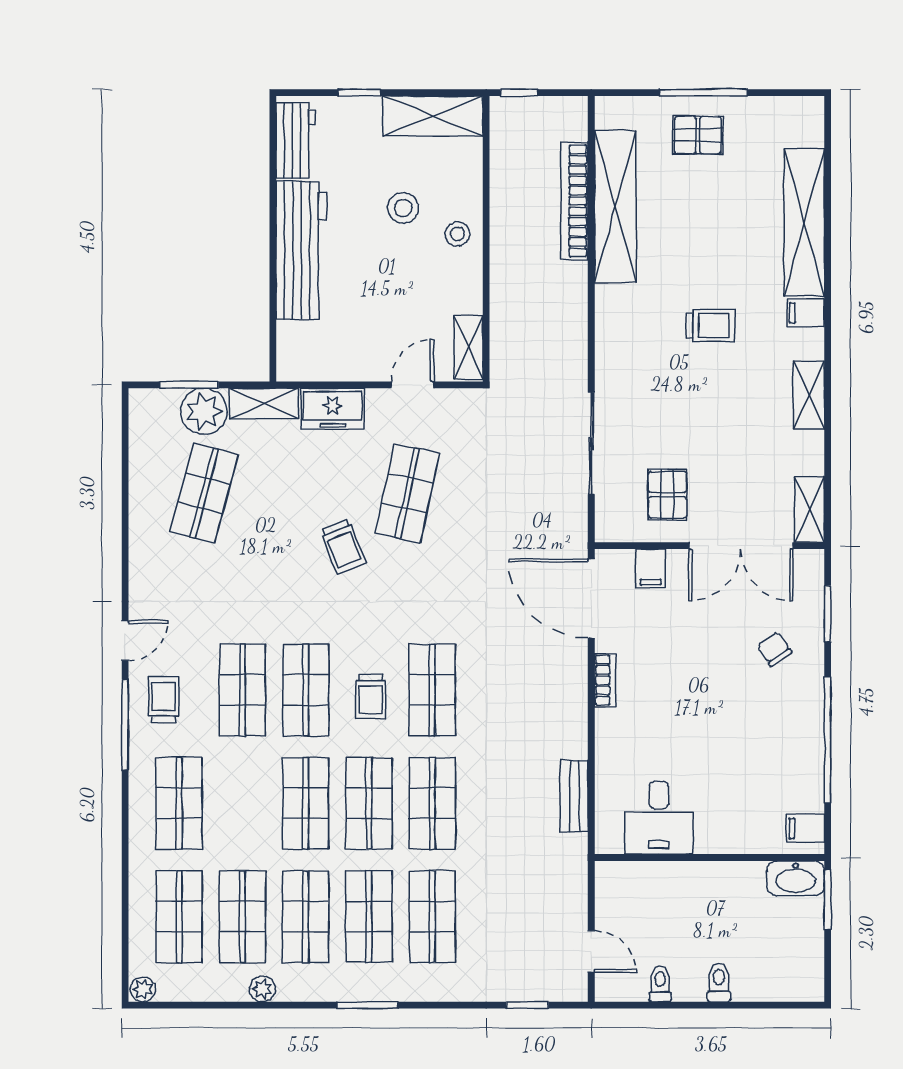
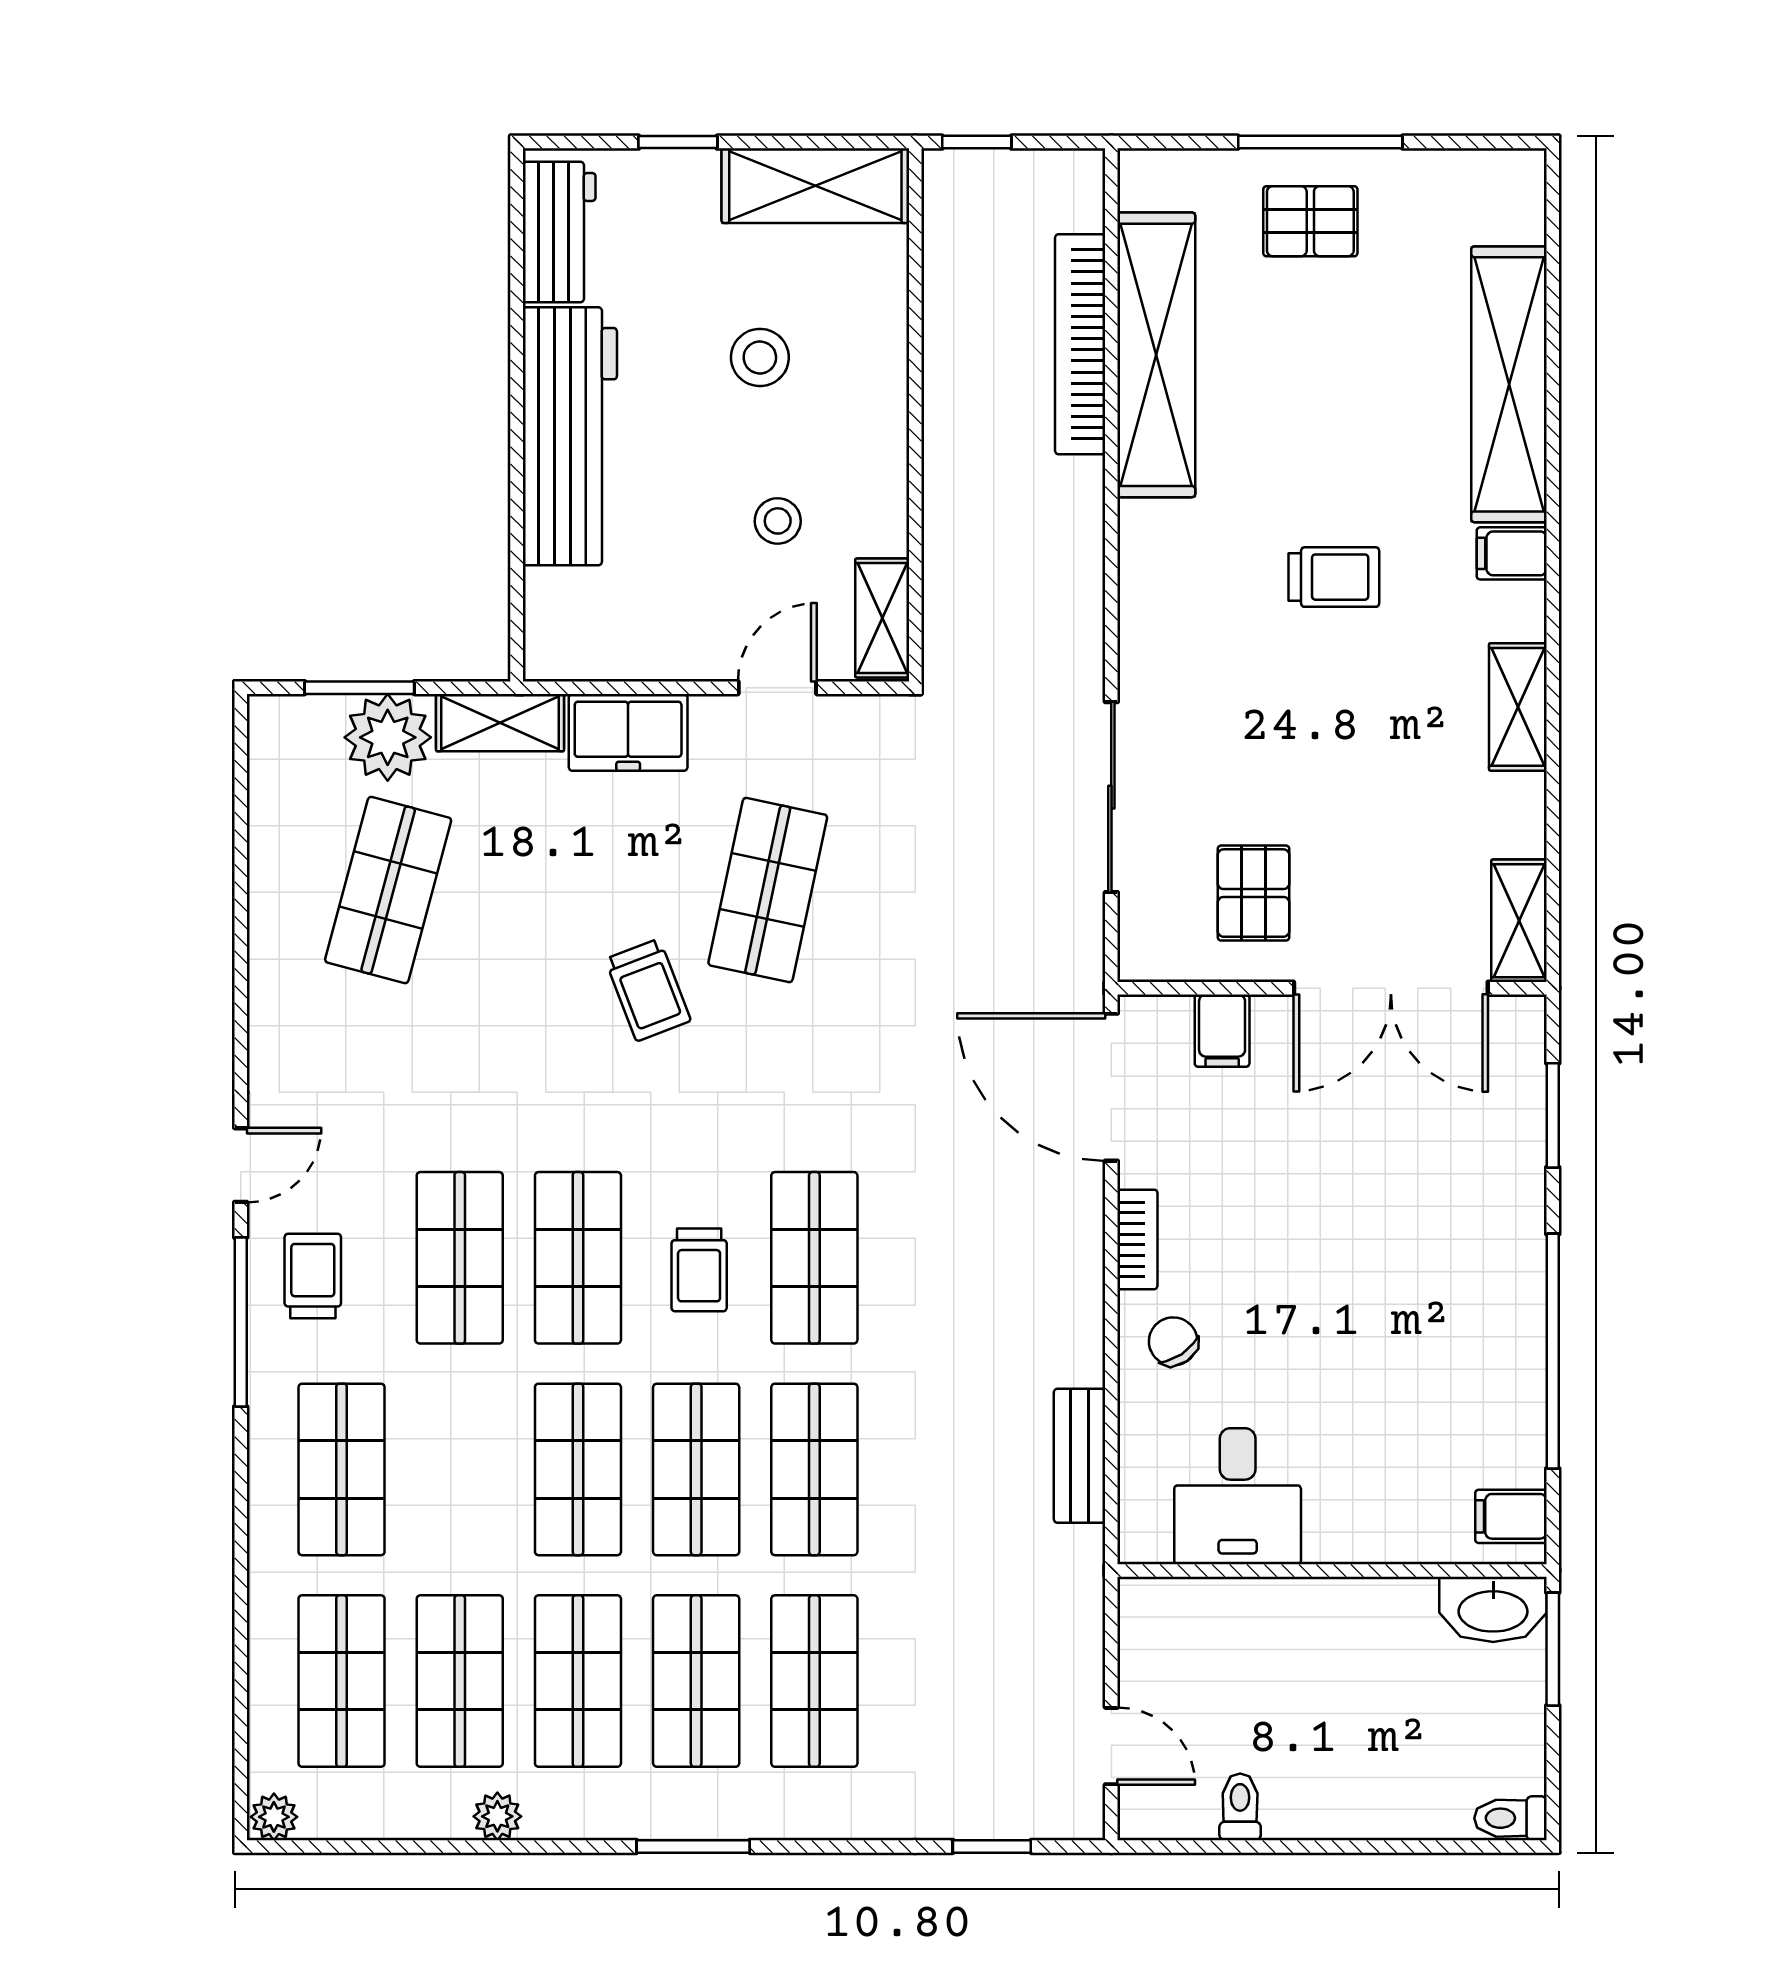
stool: (457, 234) -> (778, 521), moved
chair: (774, 649) -> (1173, 1341), moved
toilet: (719, 983) -> (1511, 1818), moved, turned -90

